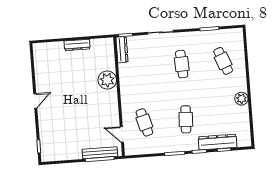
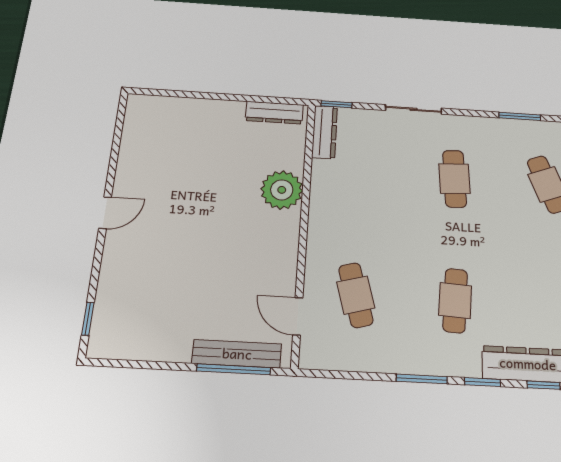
dresser: (77, 45) -> (274, 113), moved

